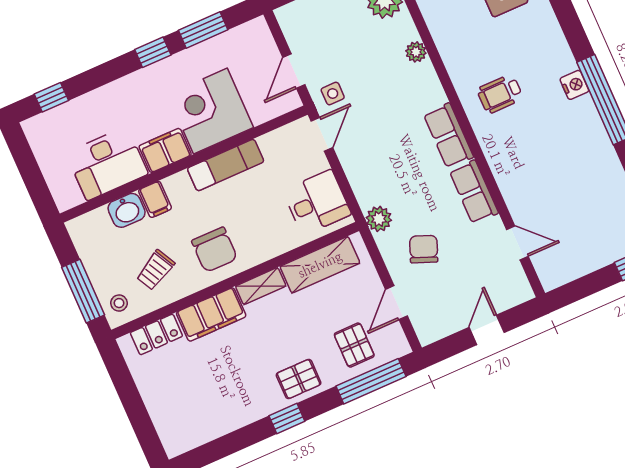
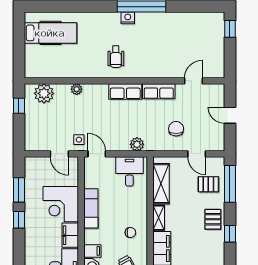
plant: (379, 219) -> (137, 144), moved
chair: (424, 249) -> (176, 129), turned 68
chair: (215, 250) -> (130, 233), width x0.54, depth x0.54

